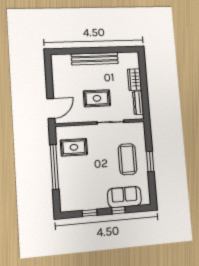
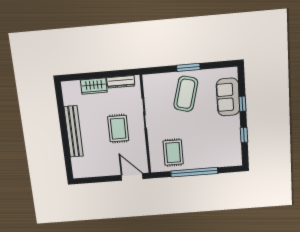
coffee table: (128, 159) -> (186, 94), turned -75

